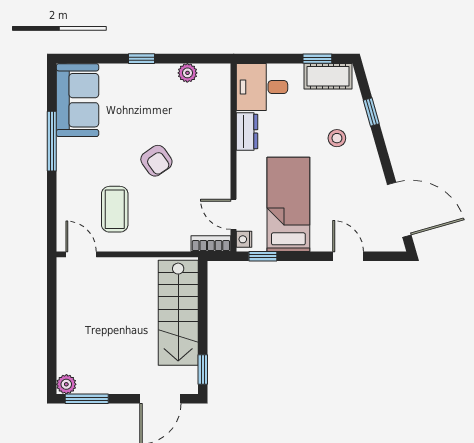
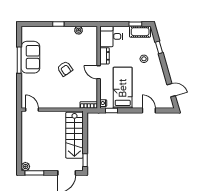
sofa: (78, 100) -> (30, 57), moved
coffee table: (115, 209) -> (47, 90), removed
door: (399, 210) -> (171, 90), width x0.53
door: (234, 214) -> (99, 72), moved

